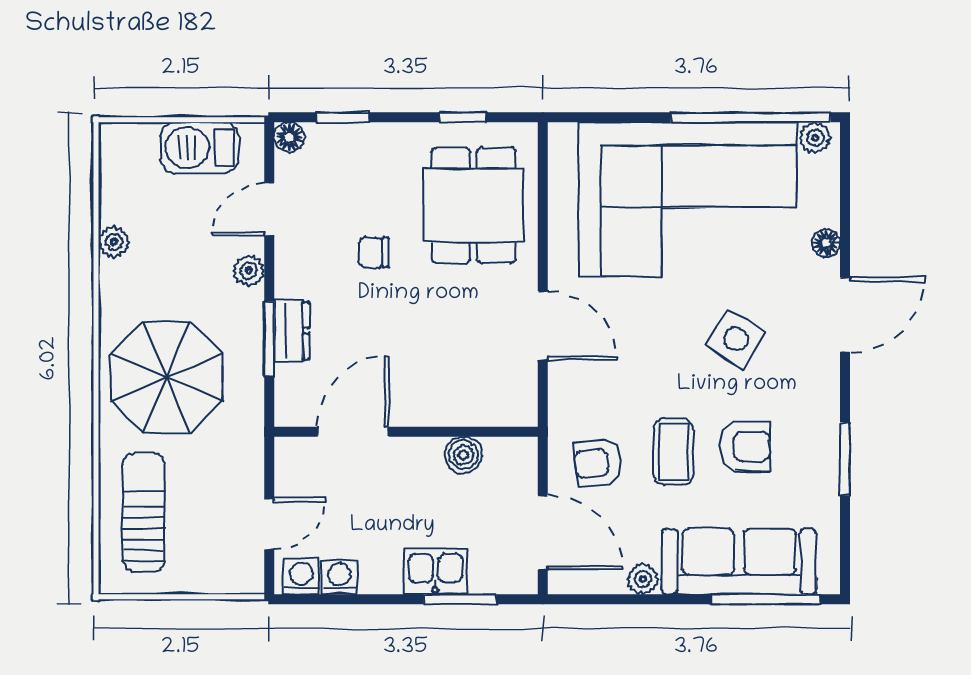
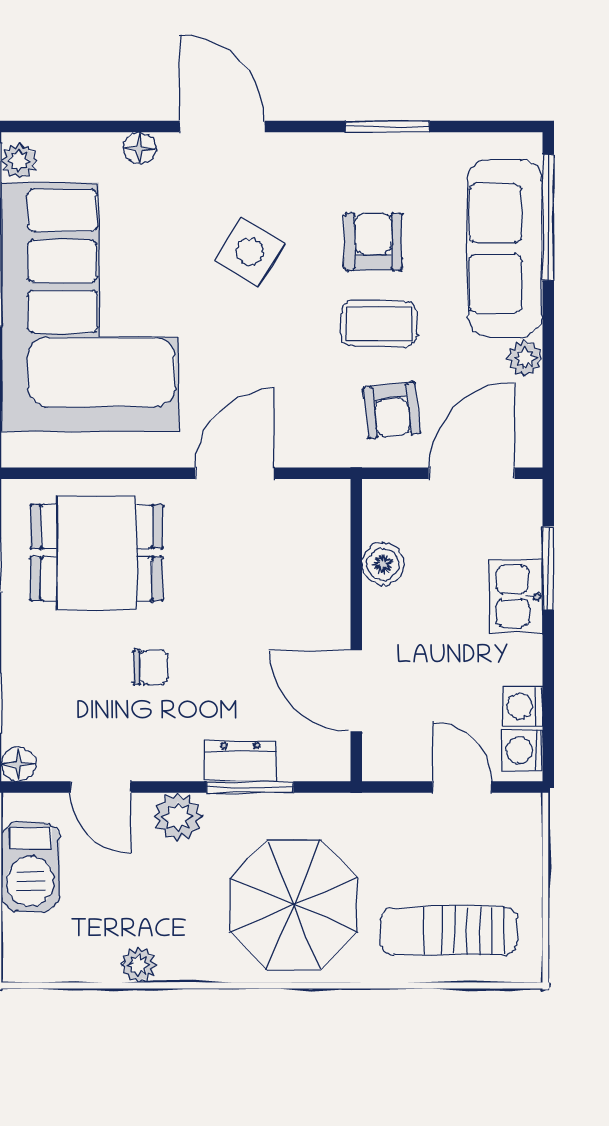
chair: (374, 252) -> (151, 667), turned -90
plant: (249, 270) -> (178, 817), width x1.38, depth x1.38

